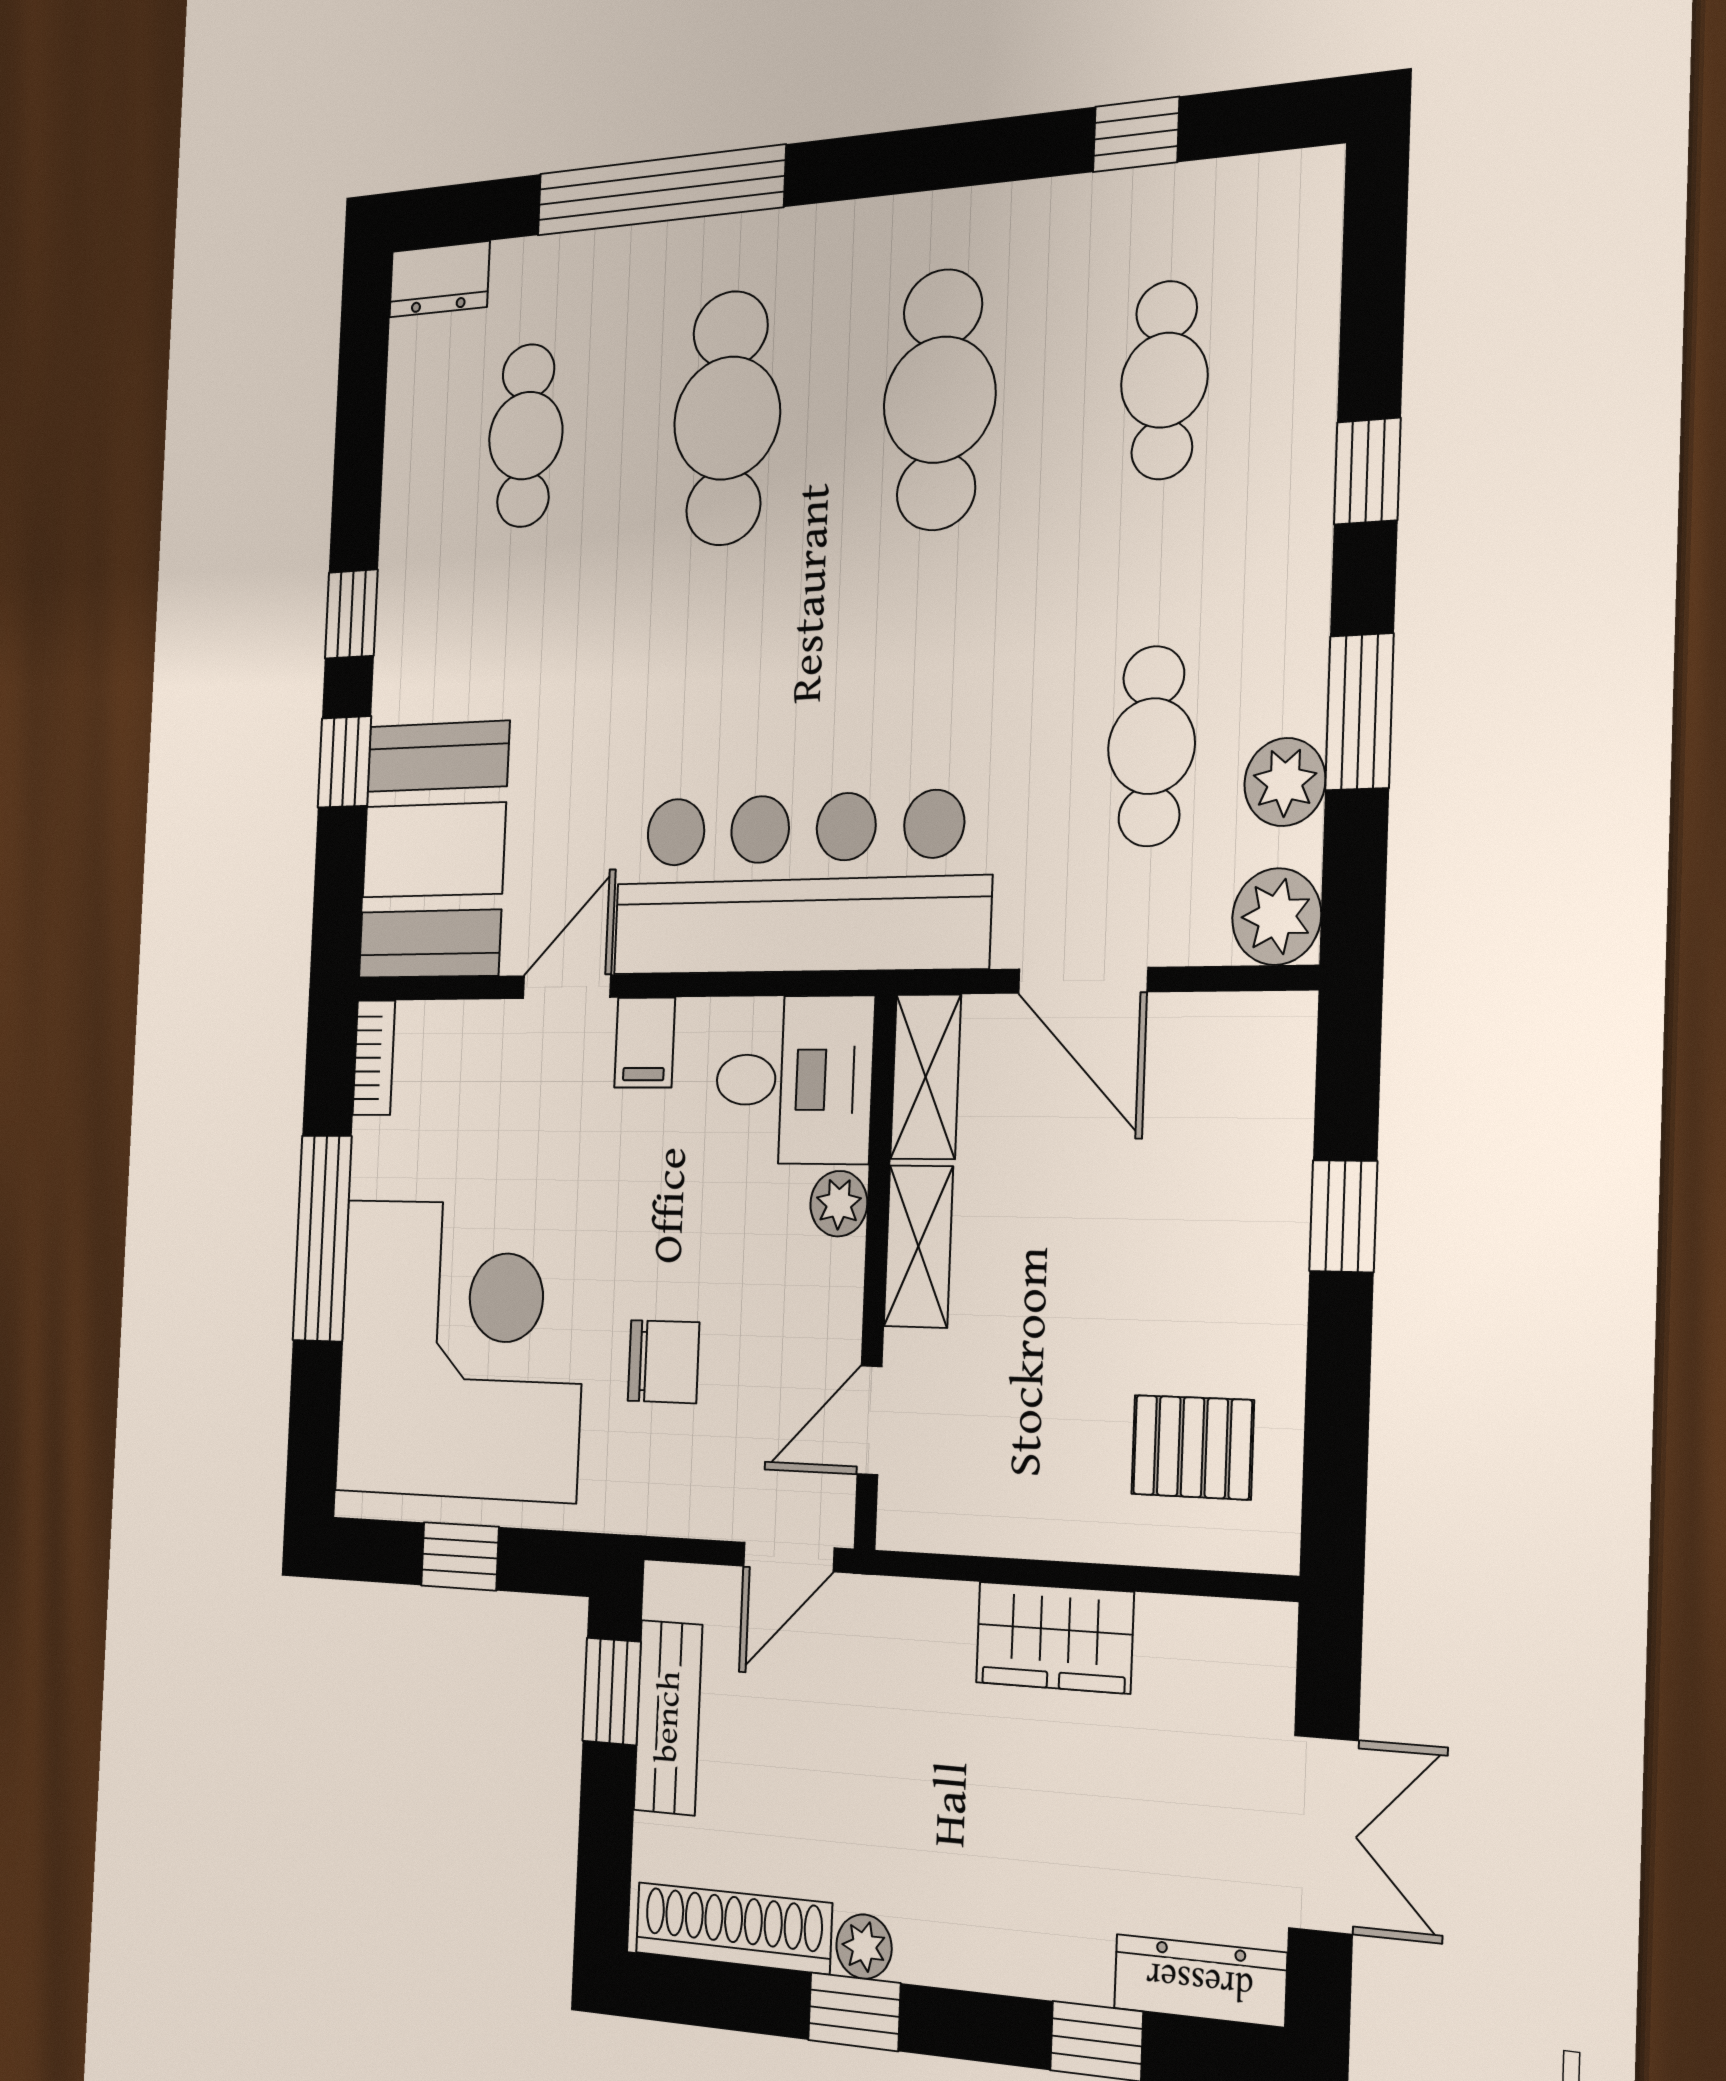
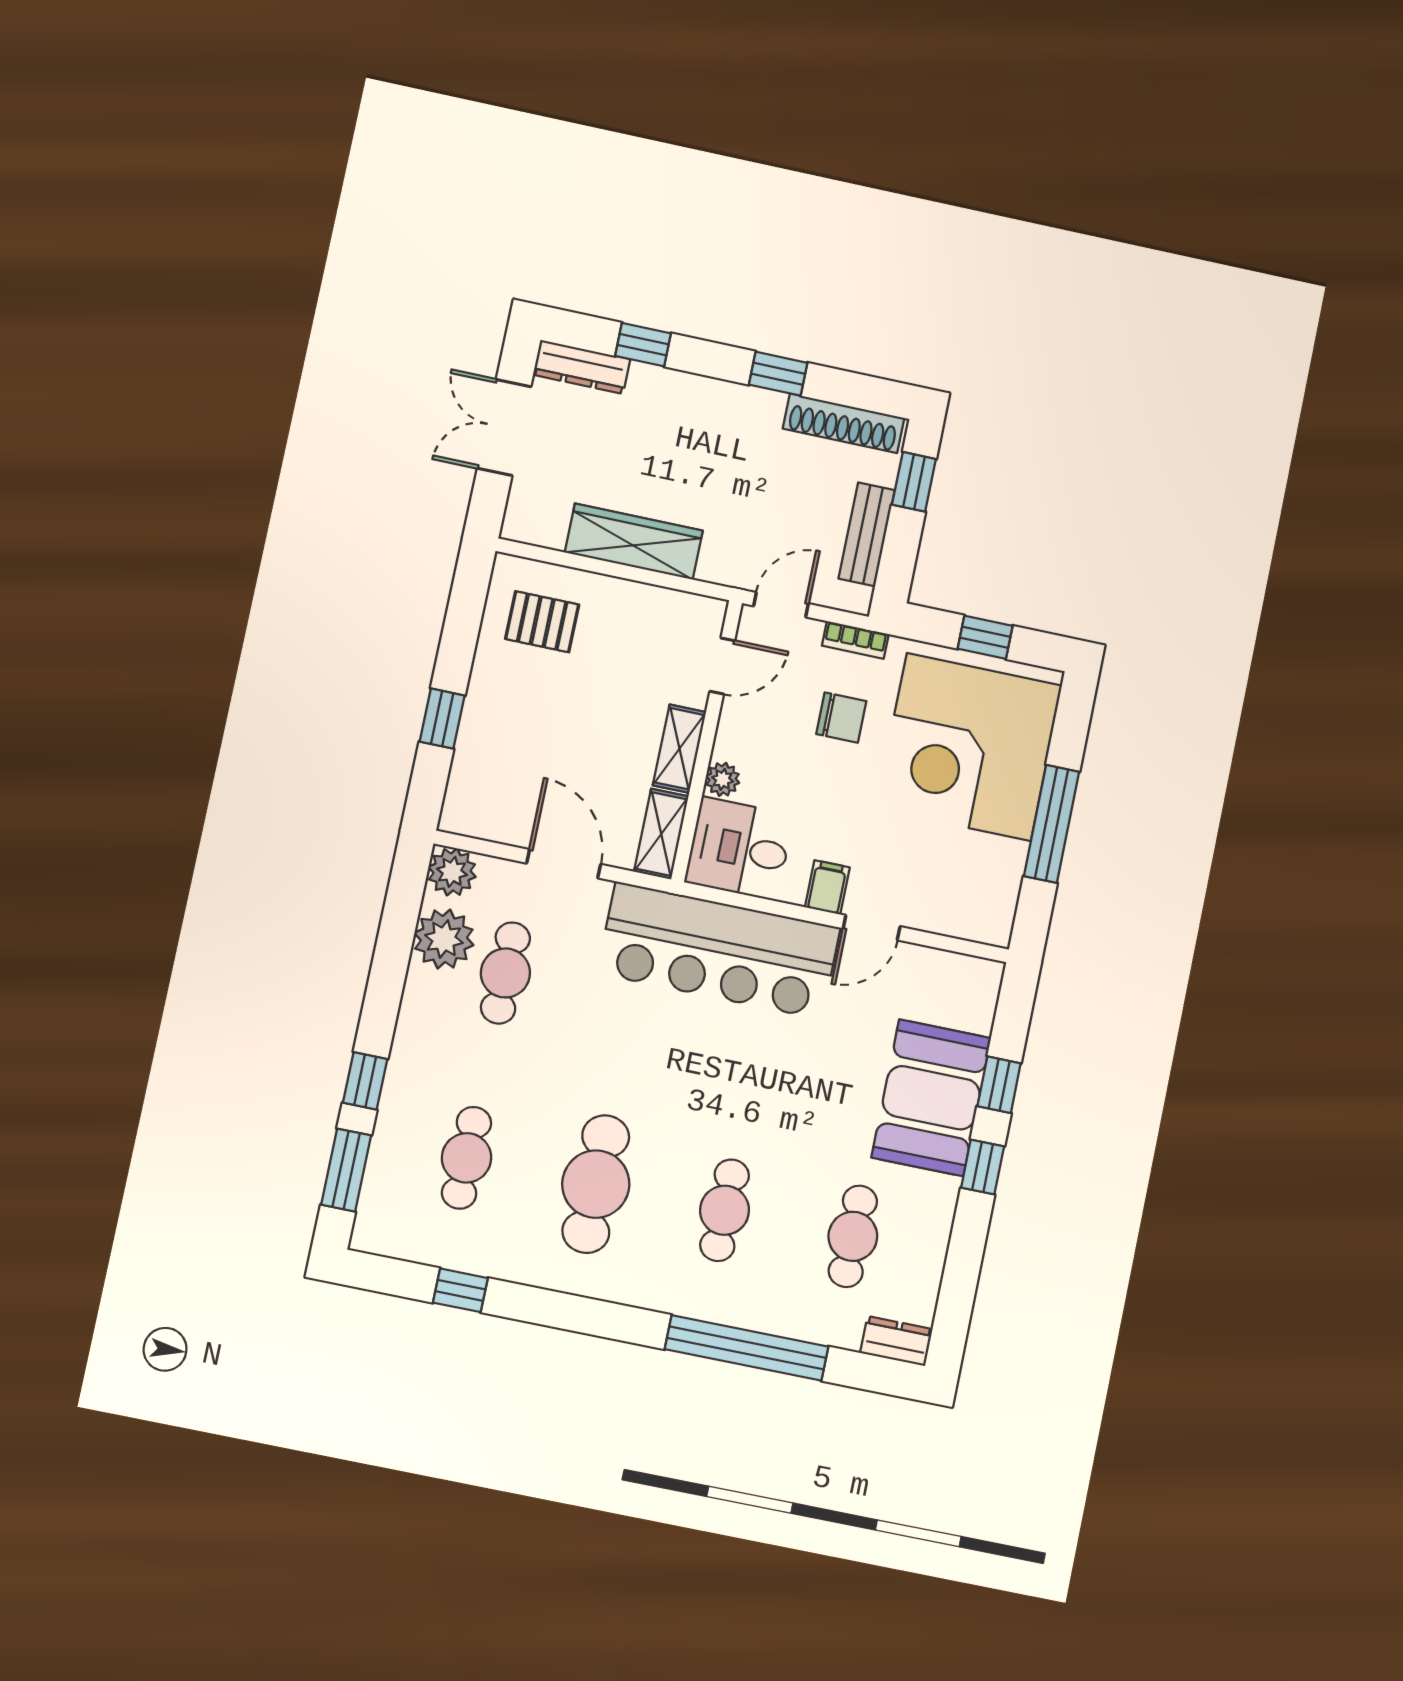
cafe table: (727, 418) -> (725, 1210), width x0.73, depth x0.74
window: (1359, 712) -> (346, 1170), moved
plant: (1285, 782) -> (444, 939), width x1.36, depth x1.36
booth: (434, 850) -> (931, 1098), moved
bookcase: (374, 1058) -> (855, 640), moved, turned -90
chair: (664, 1362) -> (841, 718), turned 180
wardrobe: (1055, 1637) -> (634, 541), width x1.50
window: (612, 1691) -> (914, 482), moved
plant: (864, 1947) -> (767, 405), removed

